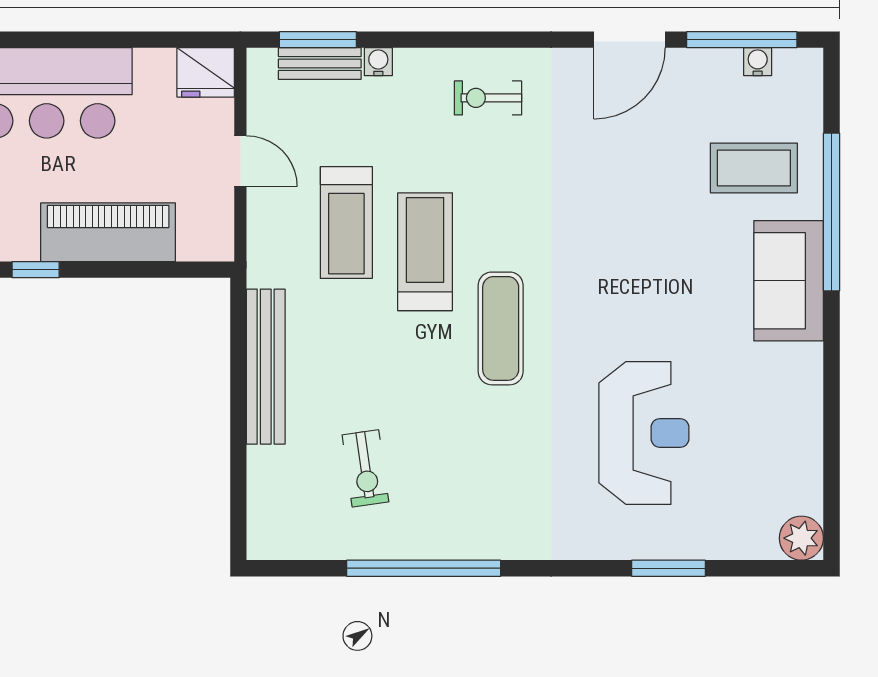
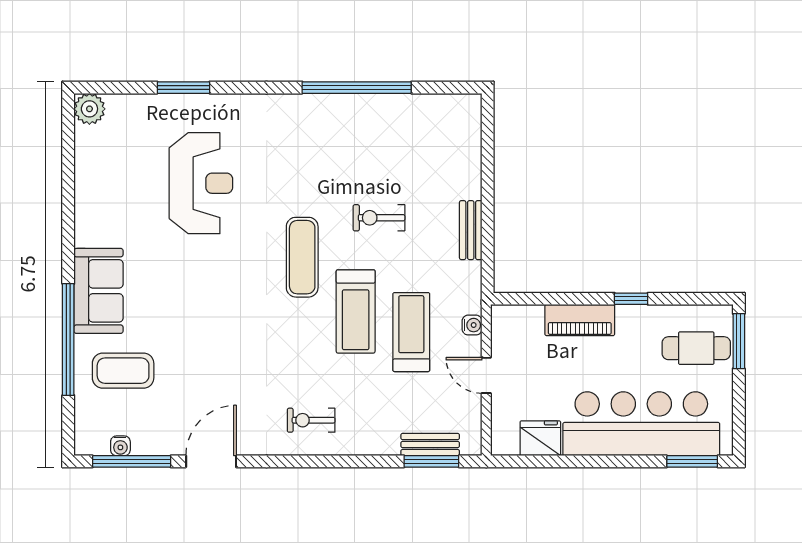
water cooler: (378, 62) -> (472, 325), moved, turned -90
fridge: (206, 72) -> (540, 438), moved
exercise bike: (488, 98) -> (311, 420), turned 180
piano: (108, 232) -> (580, 320), width x0.73, depth x0.75
bench: (266, 367) -> (471, 230), width x0.54, depth x0.82
reception desk: (644, 433) -> (201, 183), turned 180
exercise bike: (365, 468) -> (379, 218), moved, turned -82

